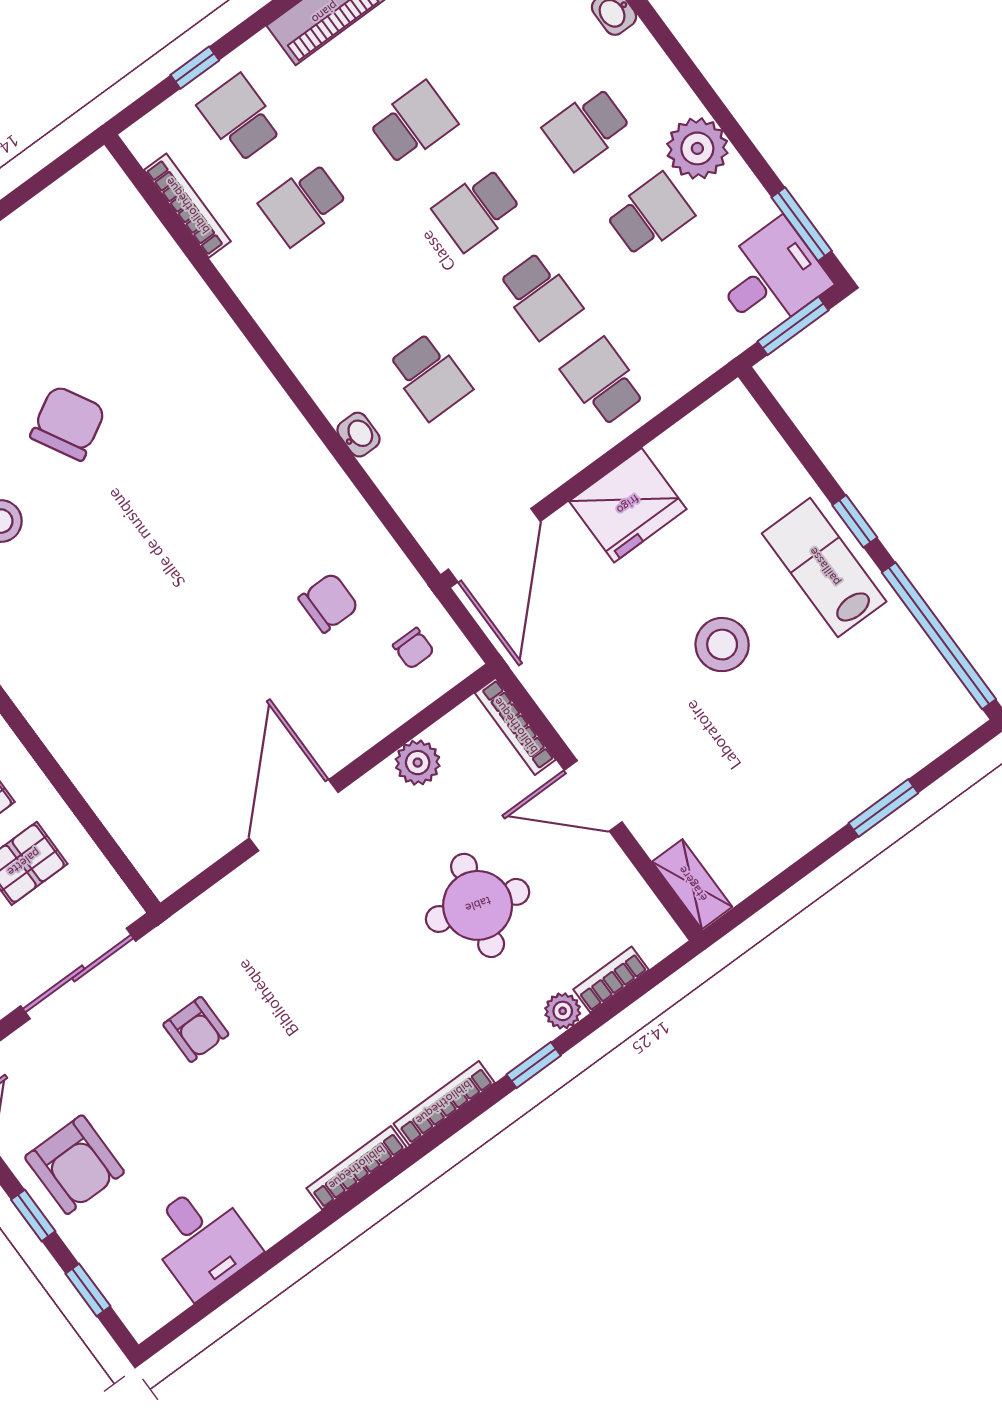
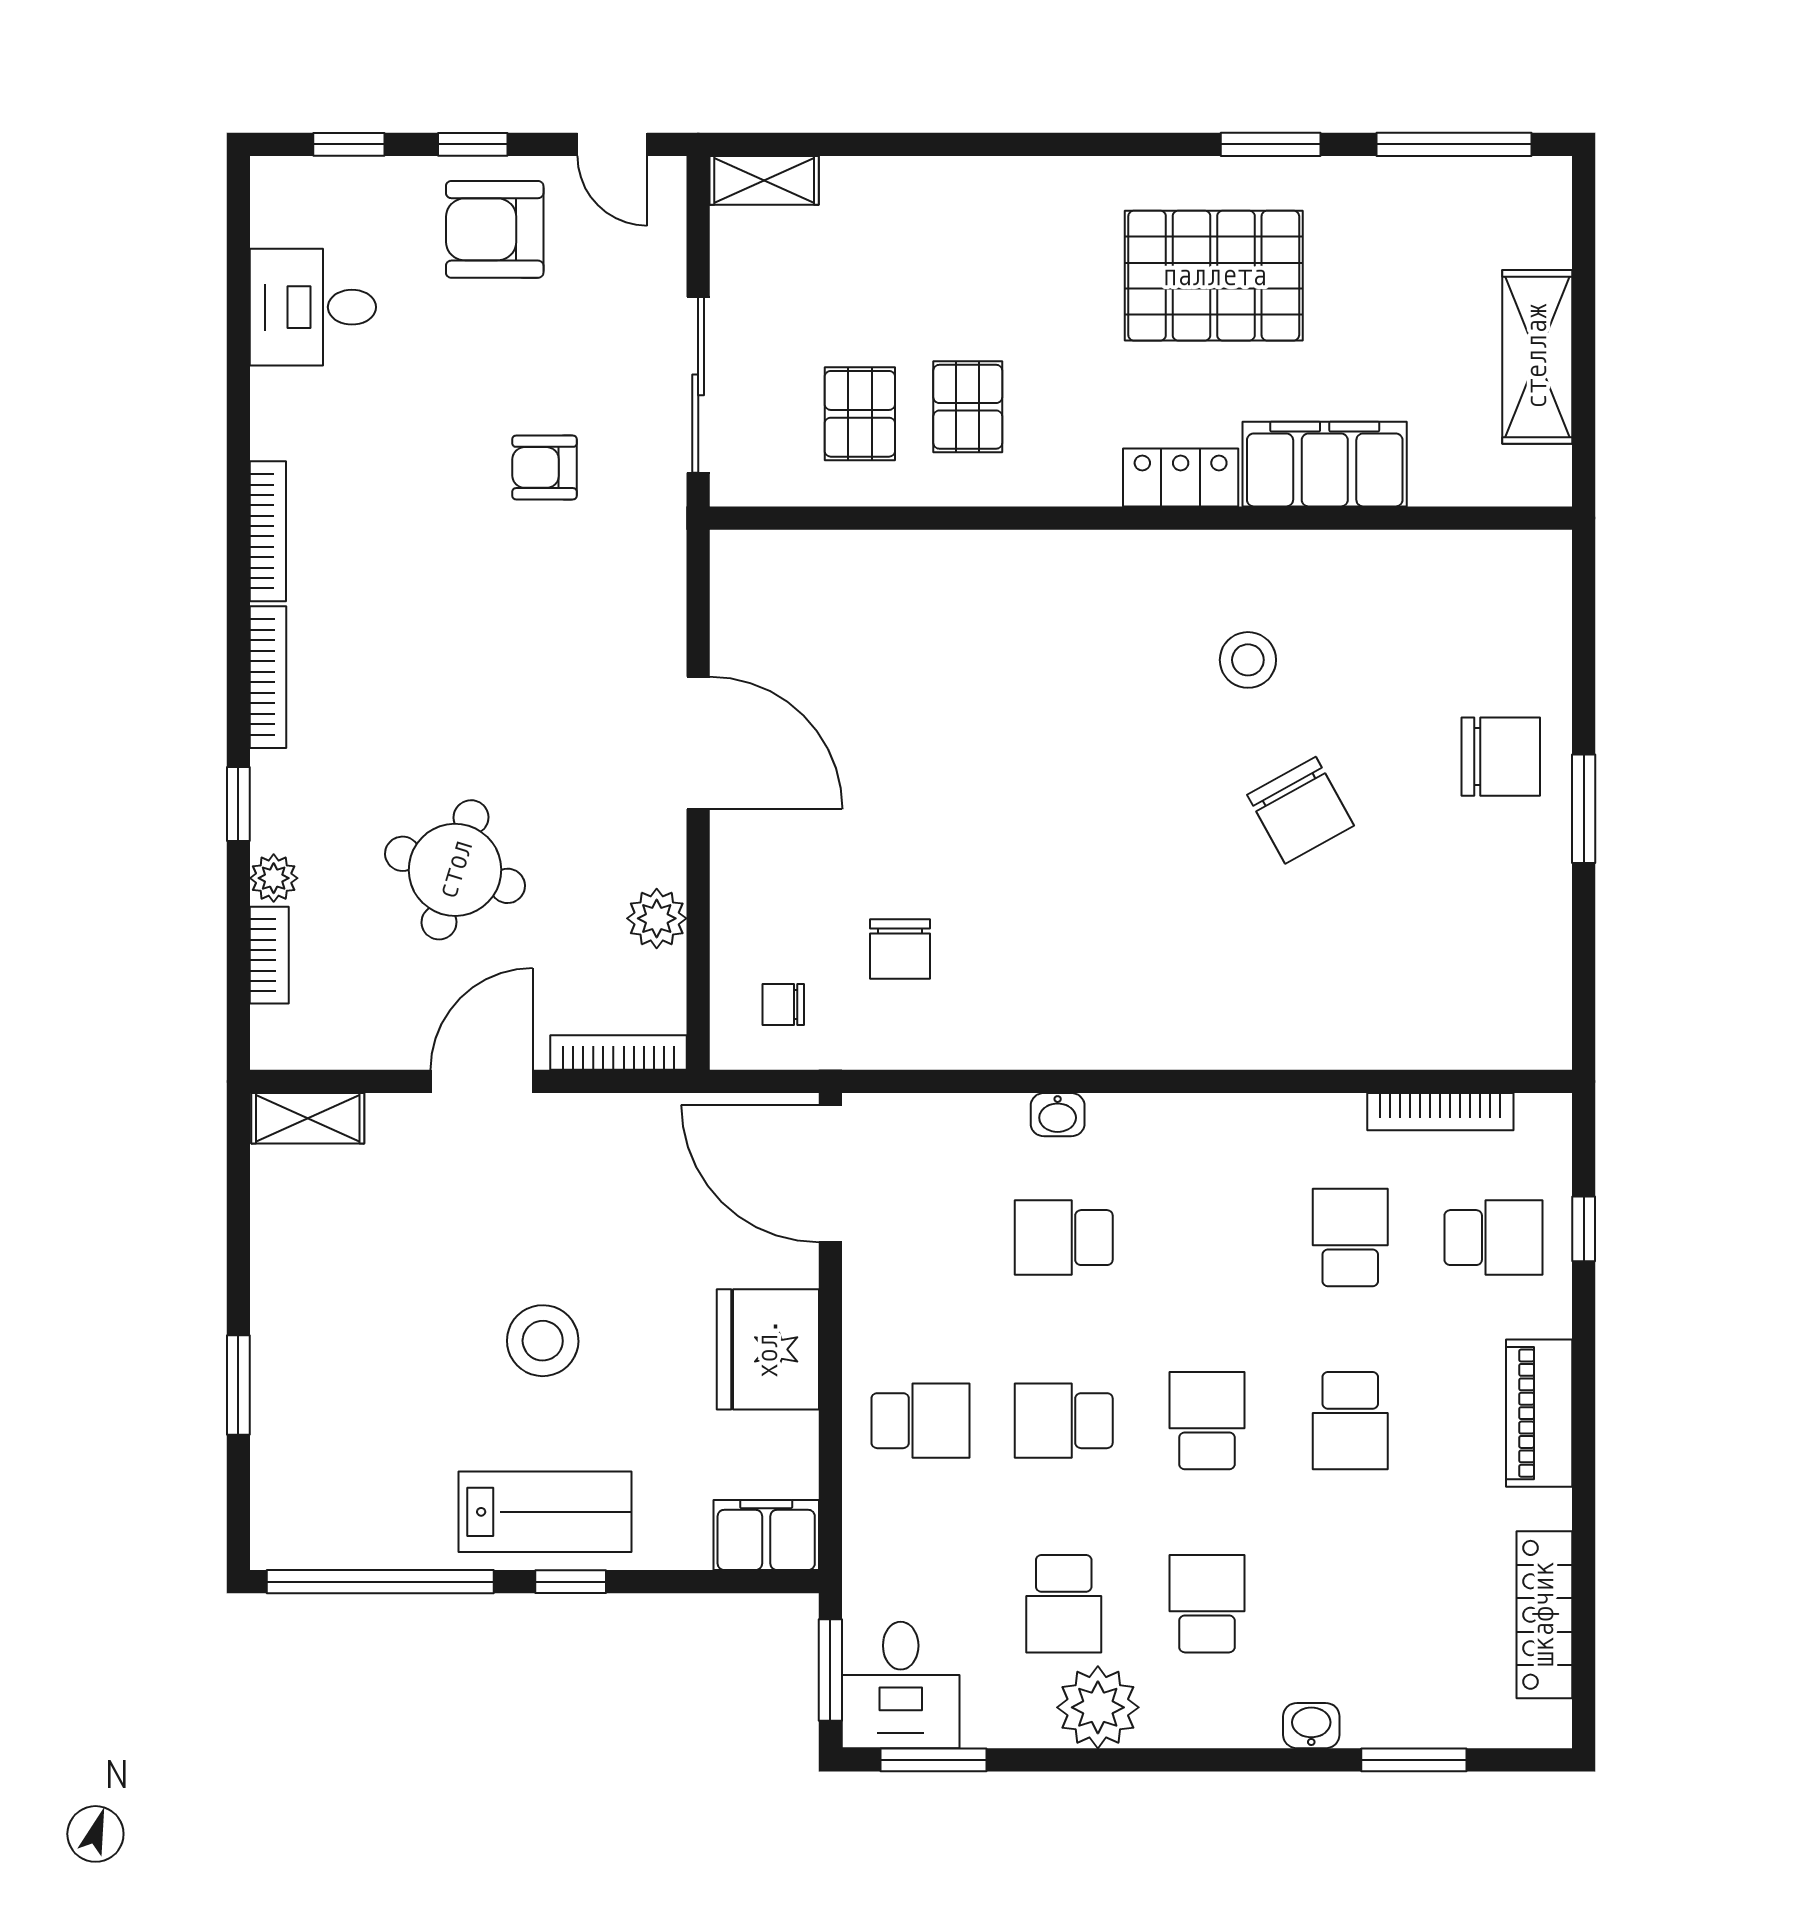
filing cabinet: (740, 424) -> (766, 1535), added

